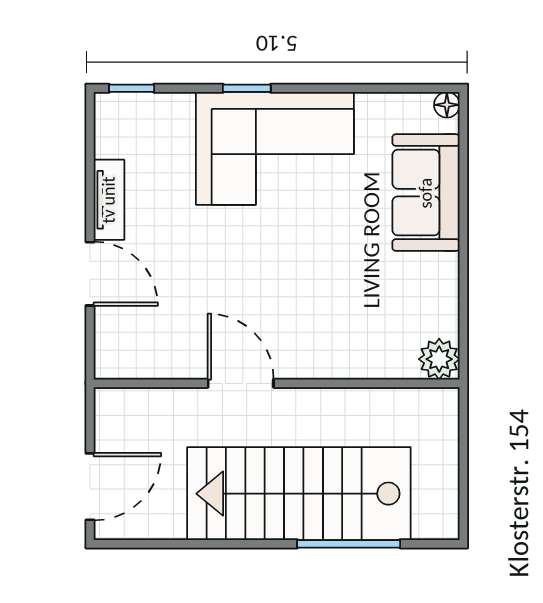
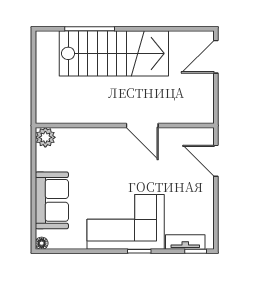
tv unit: (109, 200) -> (185, 242), moved, turned 90
plant: (439, 359) -> (45, 137), moved
door: (241, 383) -> (142, 125), moved
wall: (277, 383) -> (125, 125), moved

